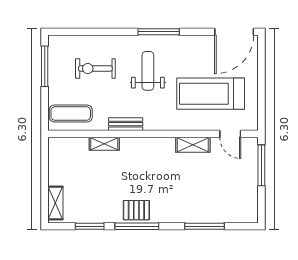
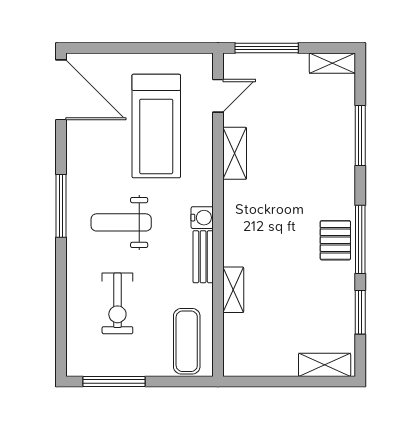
water cooler: (151, 124) -> (202, 218), added
shelving: (251, 208) -> (332, 63), added

